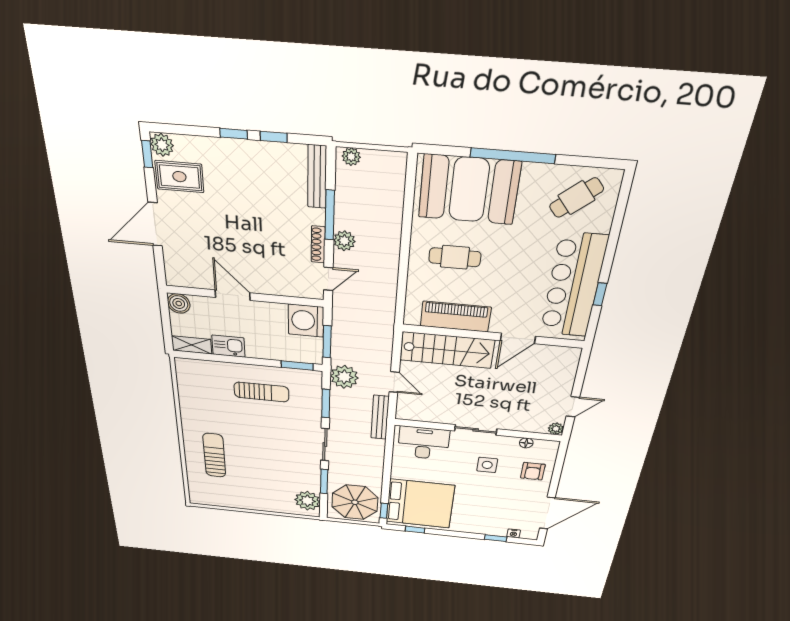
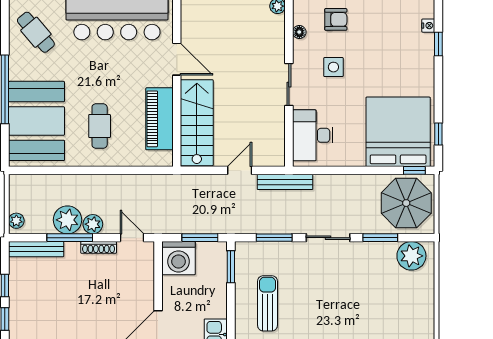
plant: (344, 377) -> (67, 220), moved

